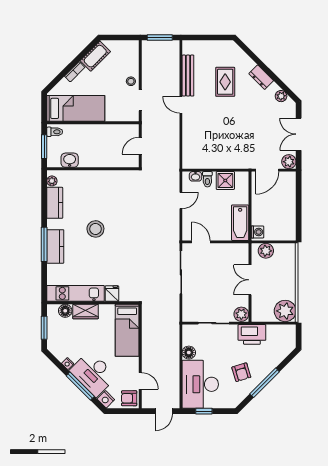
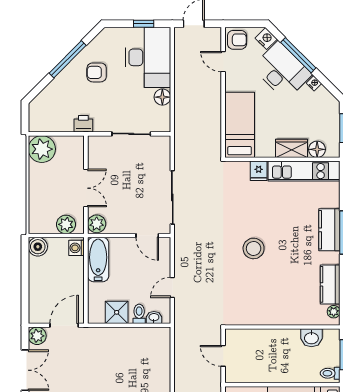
door: (140, 146) -> (223, 356), swing flipped
stool: (95, 229) -> (254, 248), moved
boiler: (288, 233) -> (38, 247), added
plant: (241, 314) -> (97, 224), moved
printer: (252, 334) -> (83, 124), width x0.53, depth x0.68
armchair: (241, 372) -> (97, 72), turned -73

